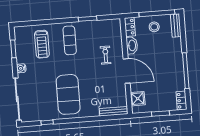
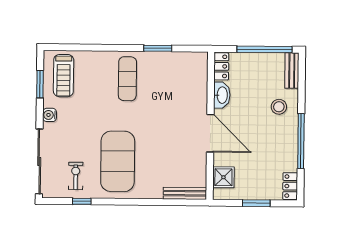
stool: (154, 27) -> (279, 107), moved
treadmill: (42, 44) -> (64, 76), moved
exercise bike: (106, 55) -> (76, 176), moved

